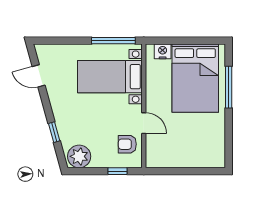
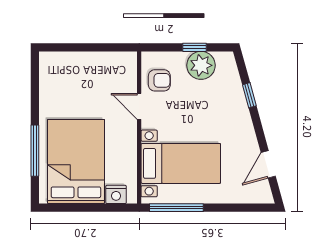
door: (39, 76) -> (268, 164), swing flipped
plant: (79, 156) -> (201, 65), moved
window: (118, 171) -> (195, 47), moved

